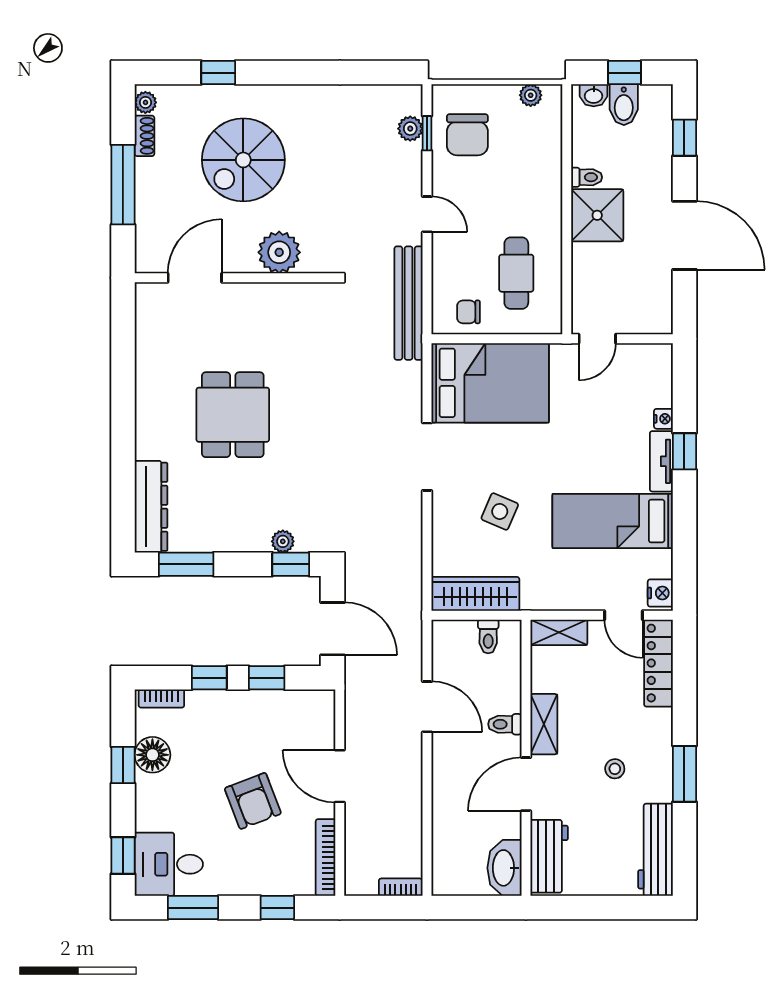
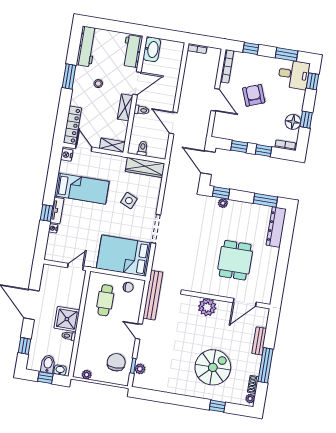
bench: (147, 238) -> (259, 341), added
plant: (279, 252) -> (207, 307), moved
door: (195, 278) -> (245, 302), moved
wall: (235, 278) -> (228, 300), moved

